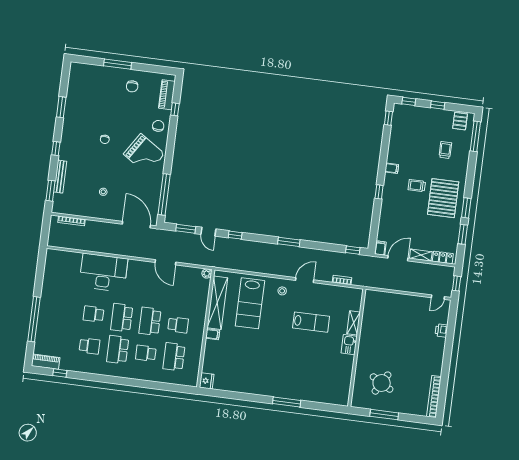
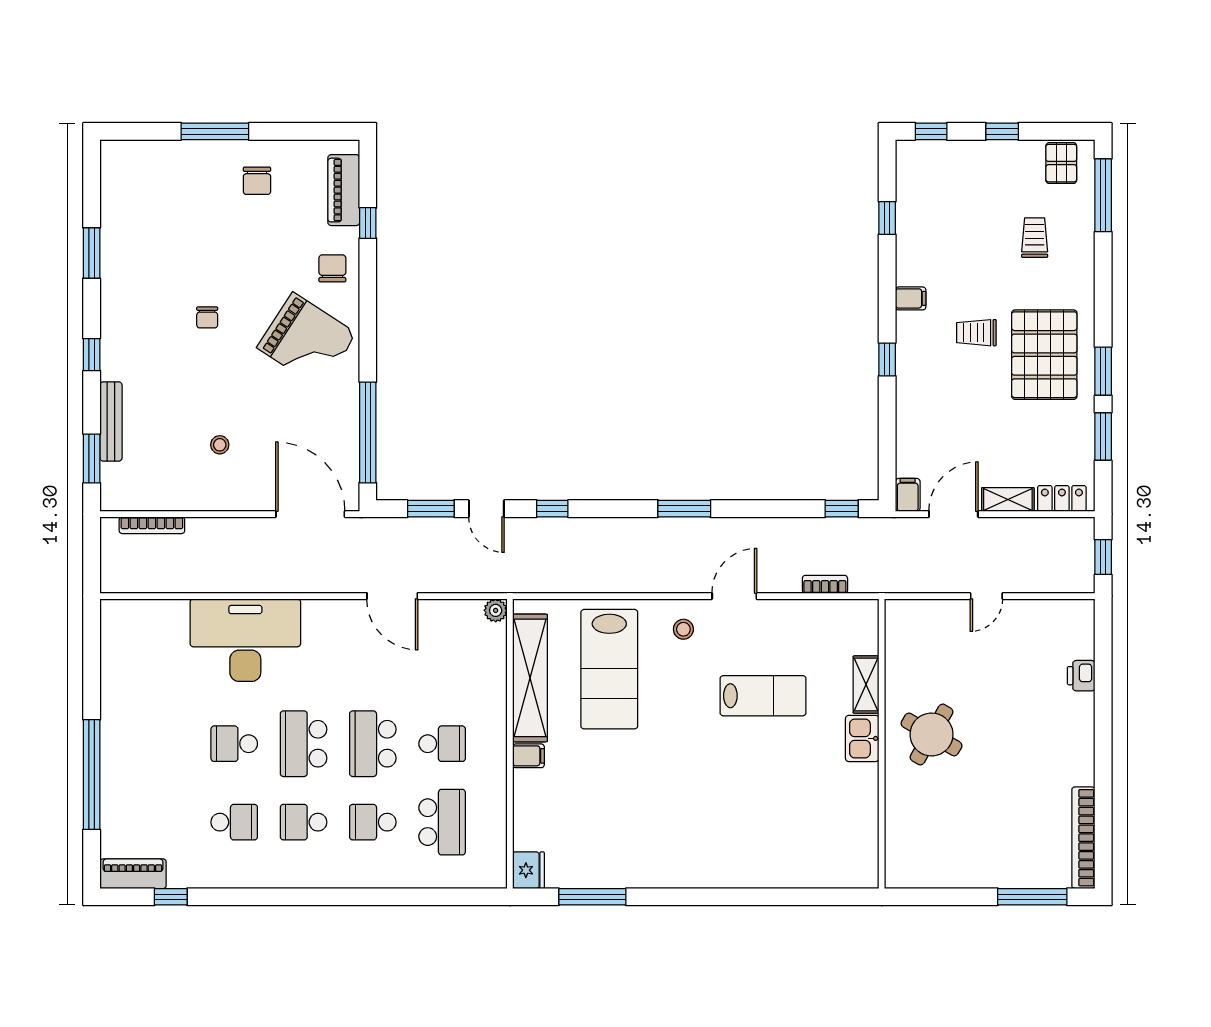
window: (388, 118) -> (887, 218), moved
door: (438, 297) -> (986, 596), moved
school desk: (118, 350) -> (304, 822), width x0.54
school desk: (174, 357) -> (442, 822), turned 180
round table: (382, 383) -> (932, 734), moved
window: (287, 402) -> (592, 897), moved
window: (384, 415) -> (1032, 897), moved

